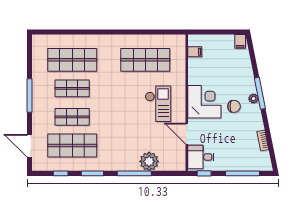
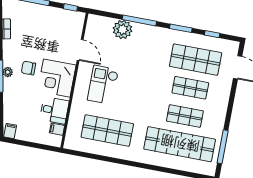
shop shelf: (72, 60) -> (180, 144), width x1.40
window: (30, 95) -> (223, 147), moved
desk: (201, 157) -> (54, 110), moved

